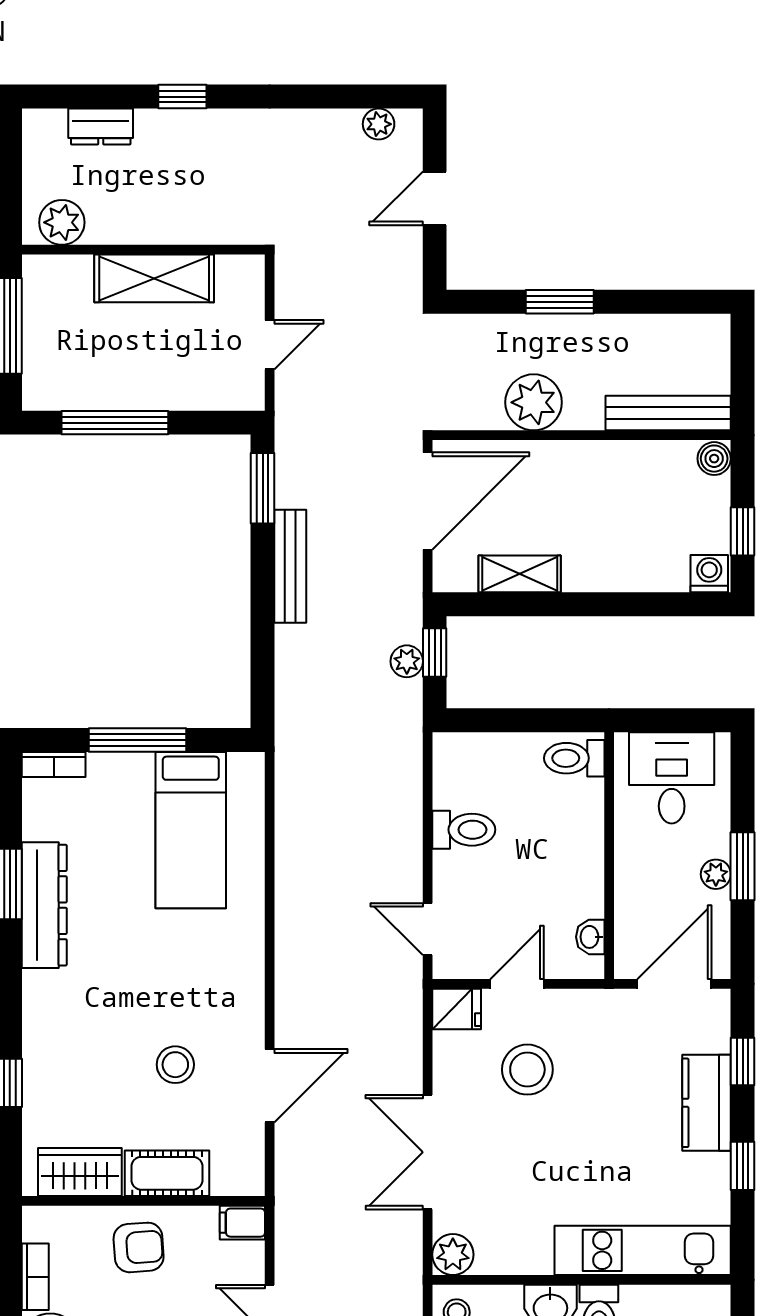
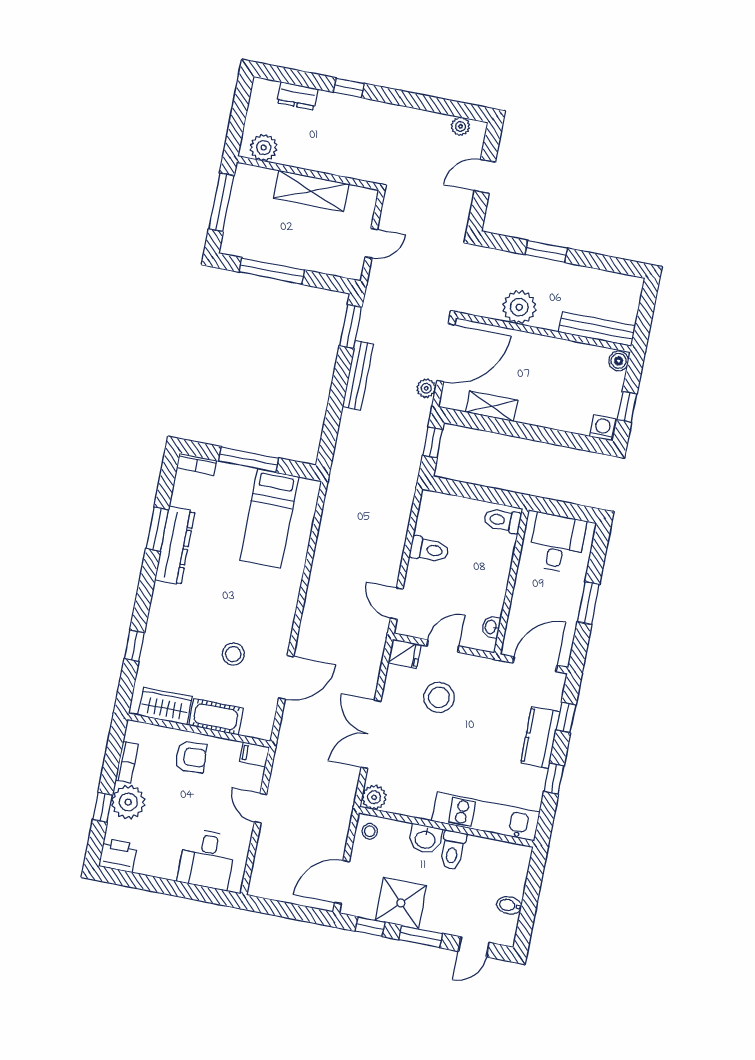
plant: (407, 661) -> (426, 388), moved
plant: (716, 874) -> (572, 605), removed

